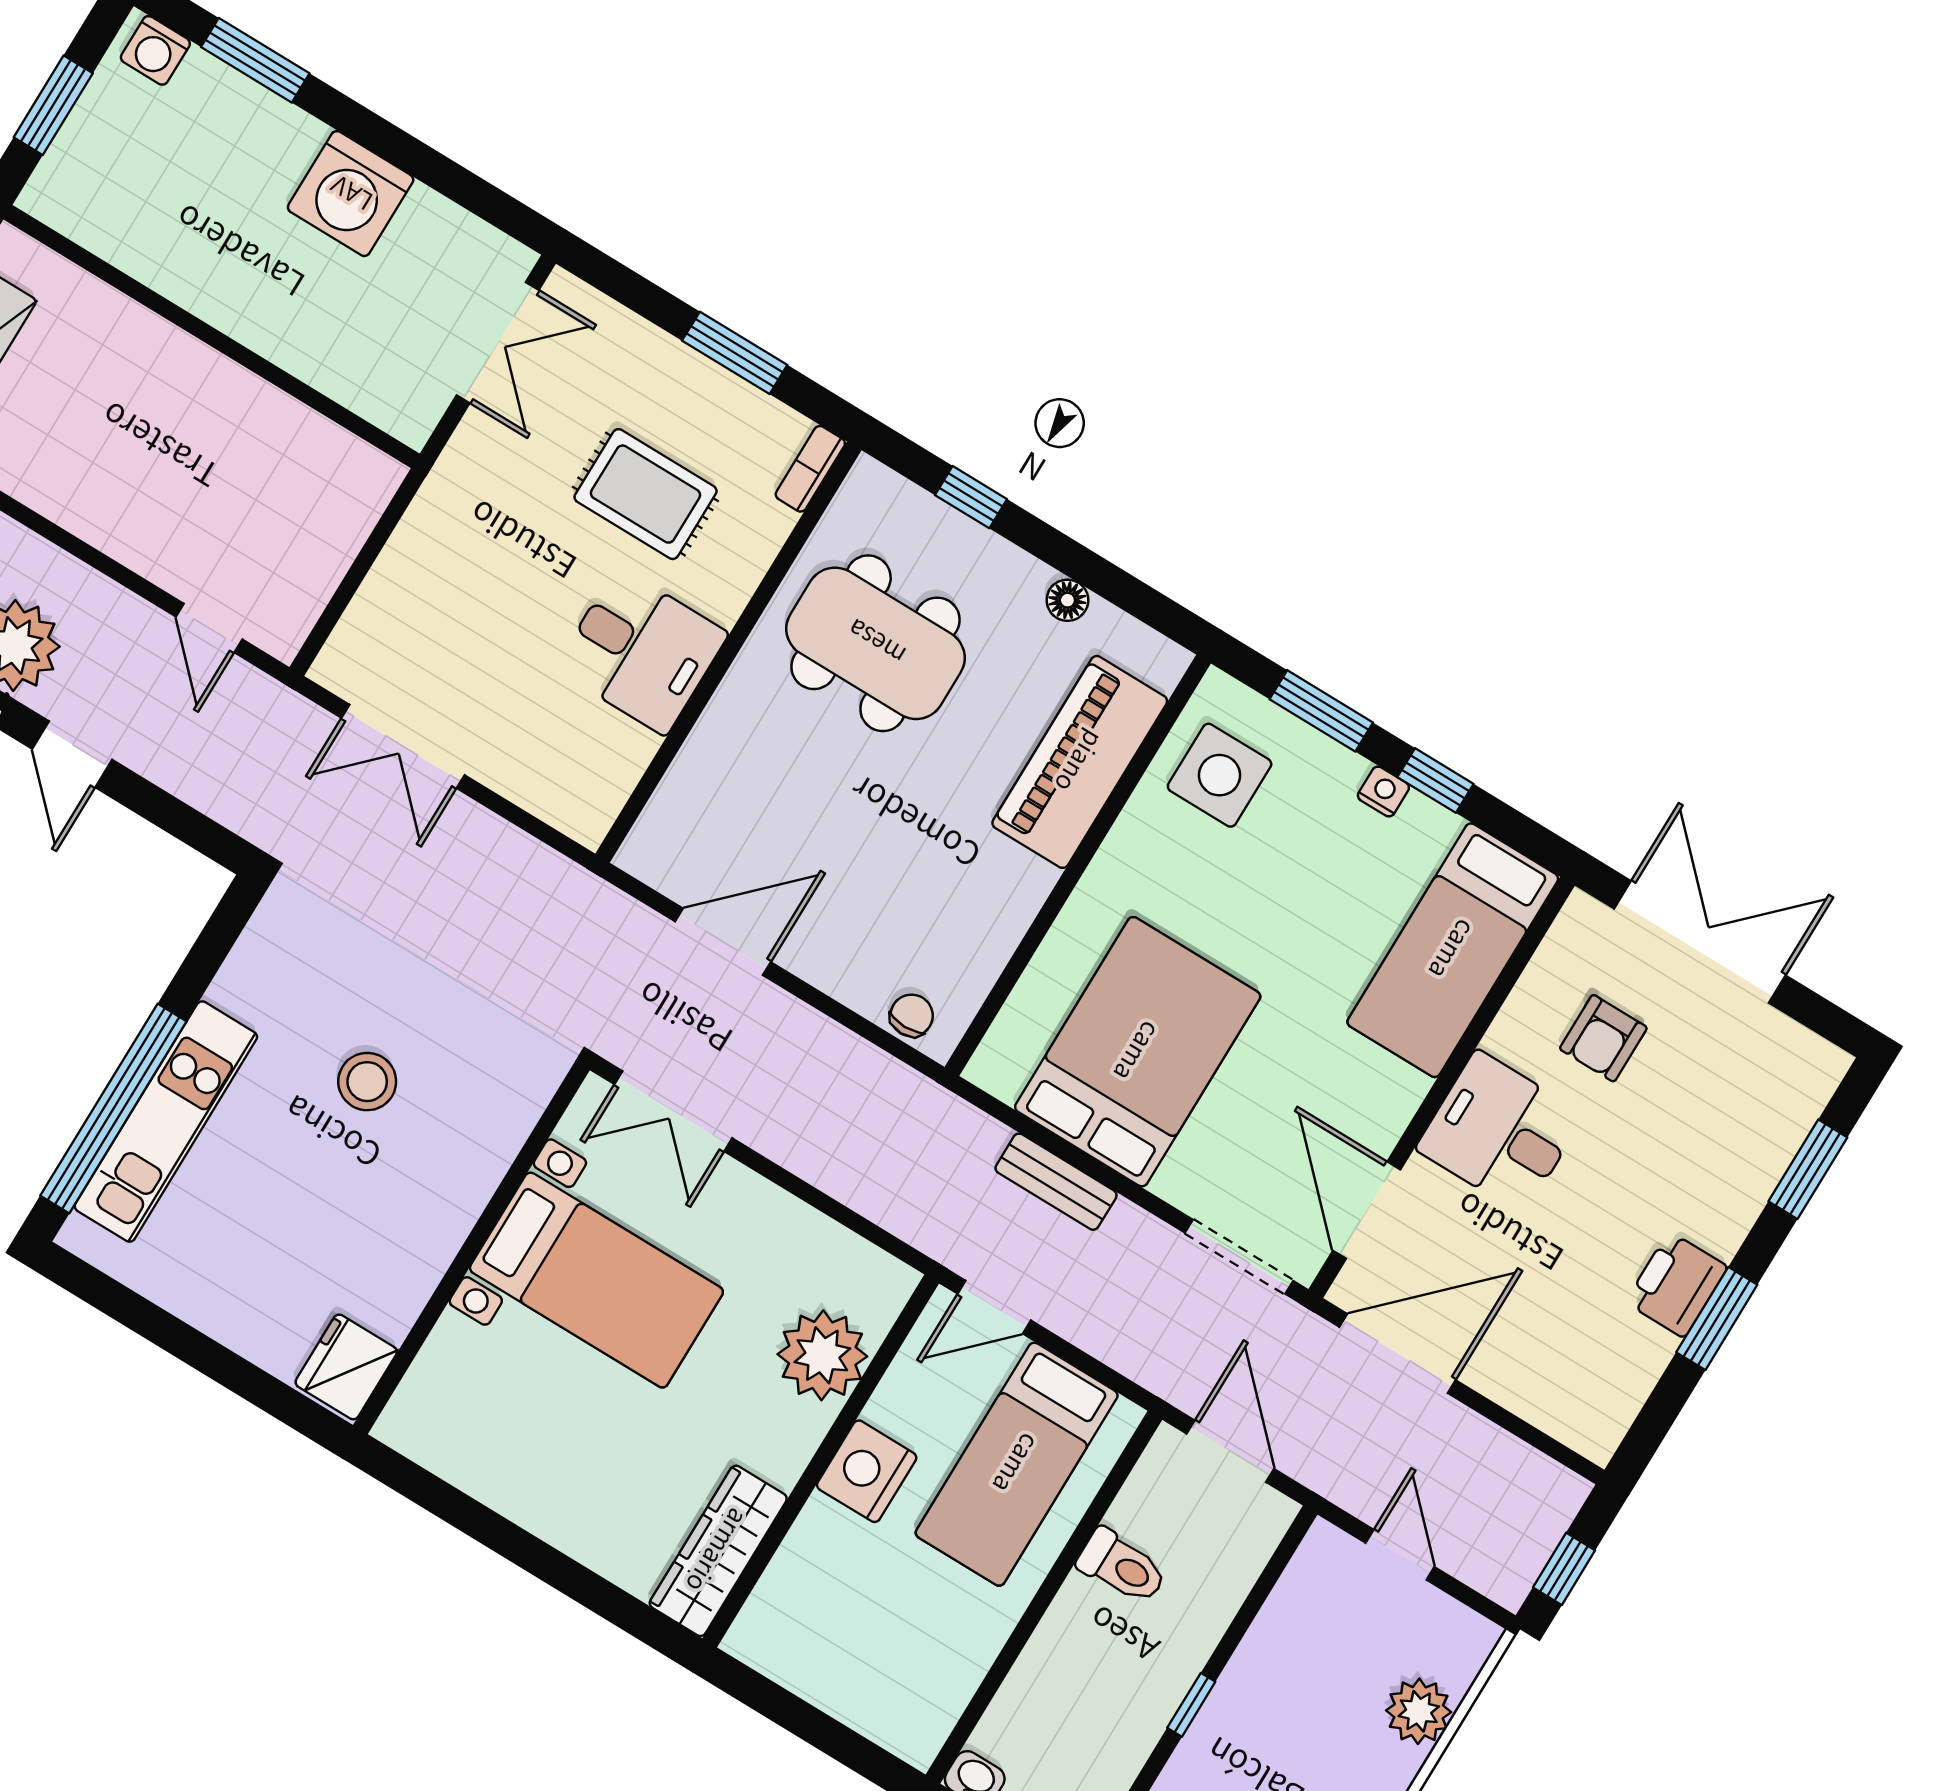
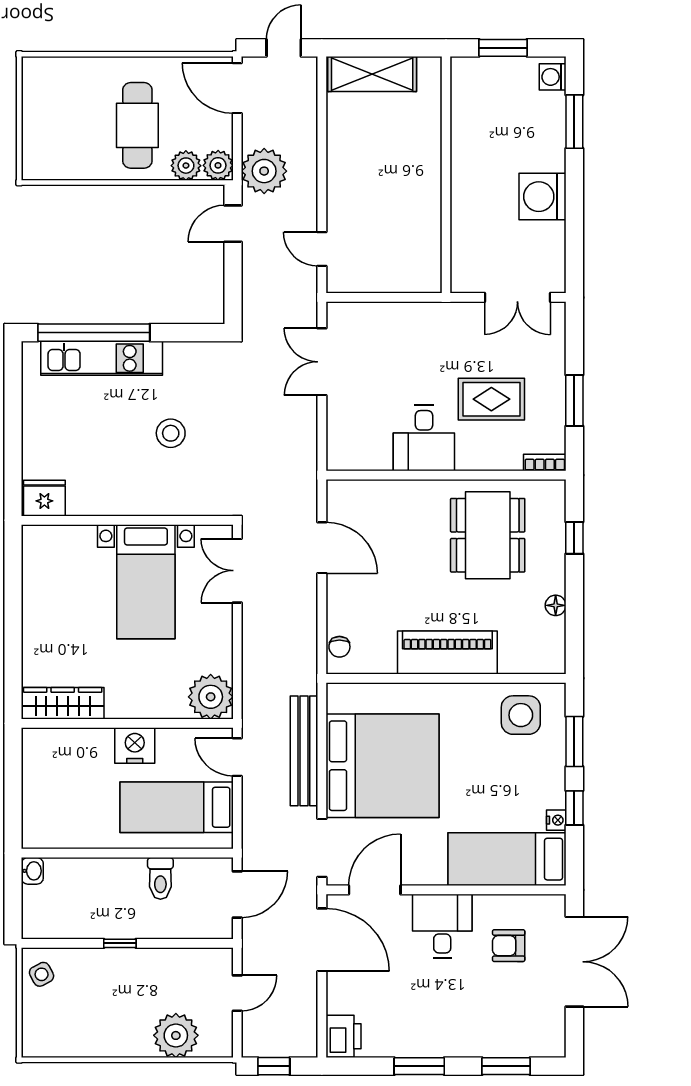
rug: (646, 494) -> (491, 399), turned 90
door: (209, 628) -> (322, 249), hinge flipped
piano: (1080, 762) -> (447, 652), moved
nightstand: (1383, 791) -> (556, 820), moved
chair: (912, 1015) -> (339, 647), turned 90
bed: (1138, 1052) -> (383, 766), width x1.36
bench: (1056, 1182) -> (304, 751), width x1.86, depth x1.21
printer: (1676, 1285) -> (344, 1036), moved, turned 90
plant: (822, 1355) -> (211, 697), moved
plant: (1419, 1711) -> (176, 1035), width x1.36, depth x1.36

